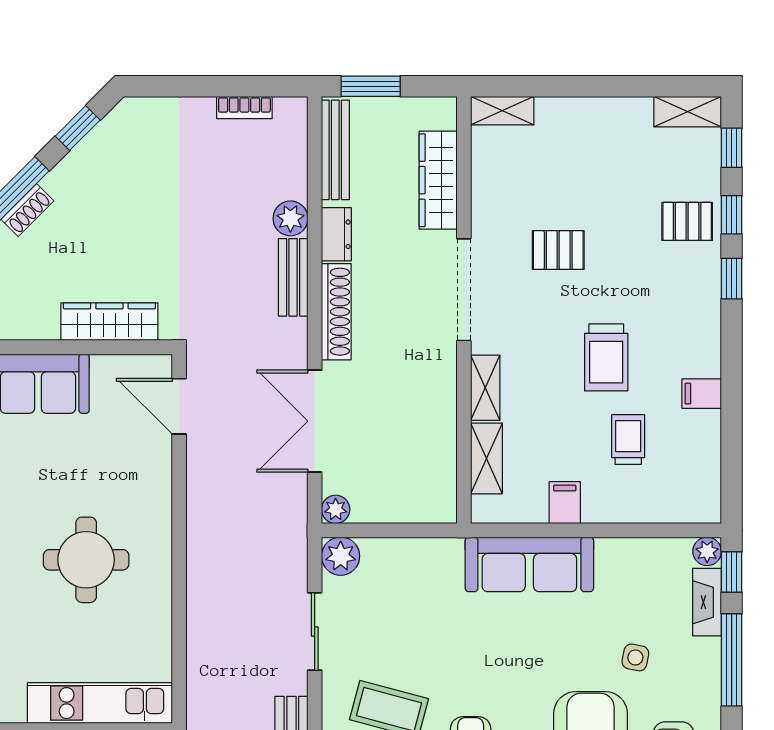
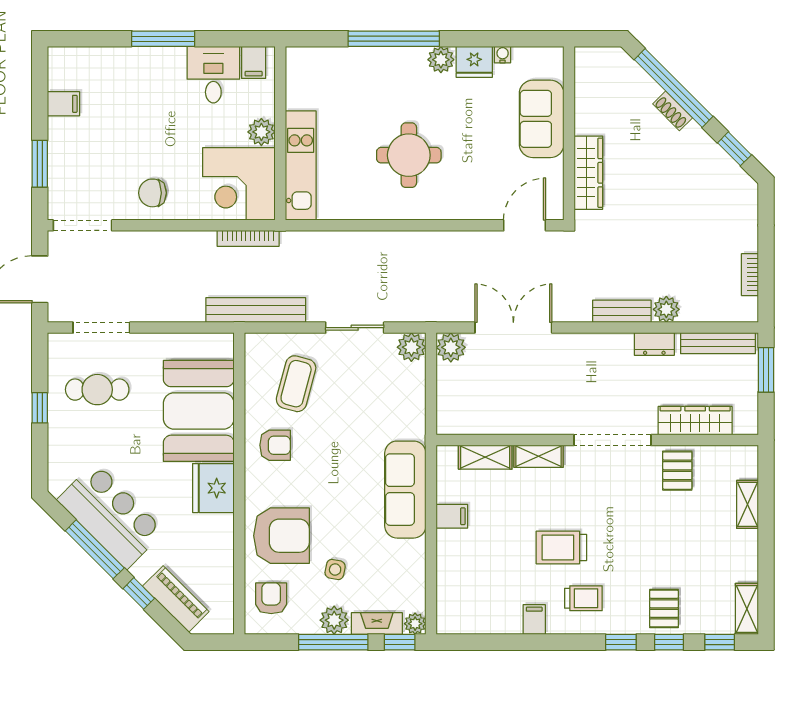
shelving: (502, 111) -> (748, 504), moved
pallet: (558, 250) -> (677, 471), moved
shoe rack: (336, 312) -> (596, 344), removed
trolley: (628, 440) -> (583, 598), moved
plant: (336, 509) -> (451, 347), width x1.38, depth x1.38
plant: (703, 659) -> (334, 620), added

